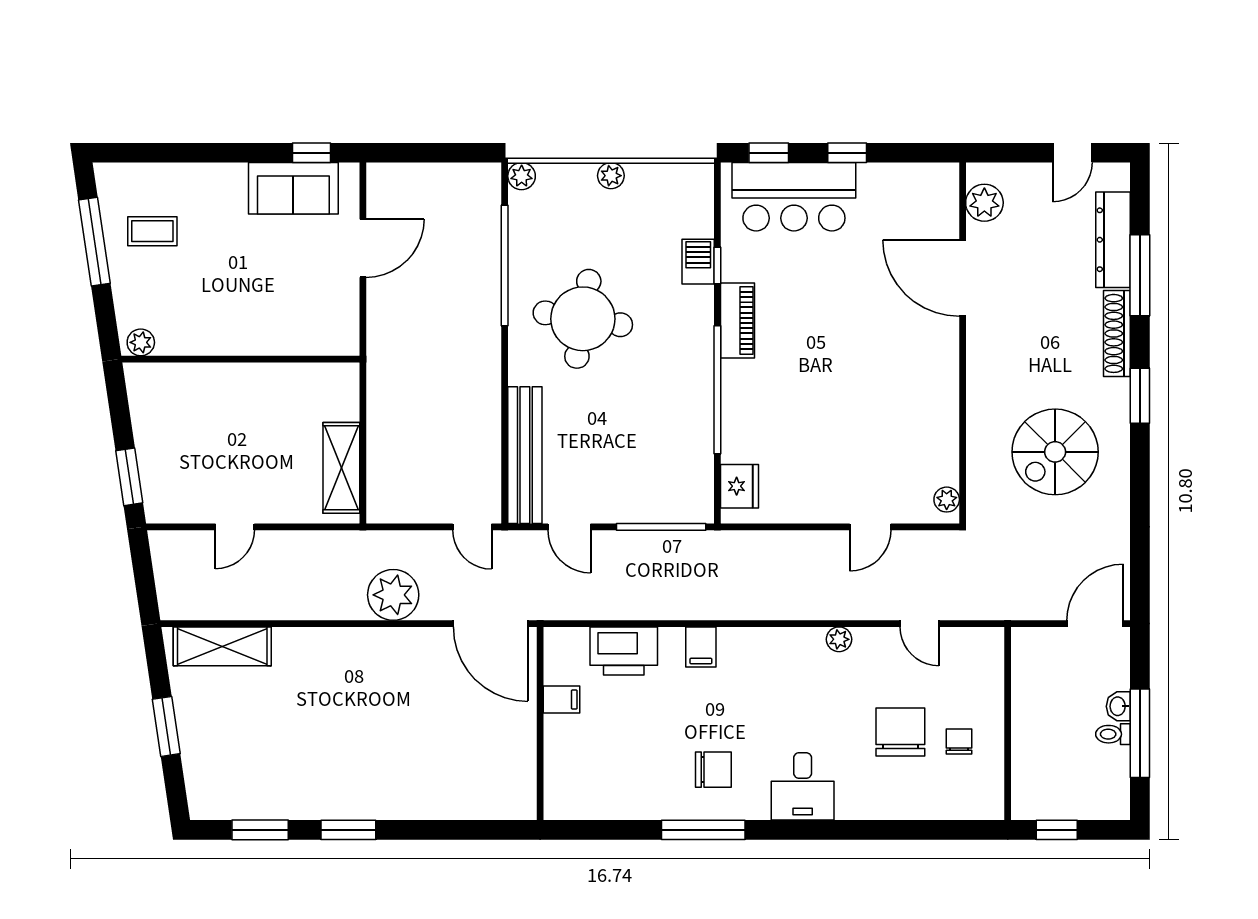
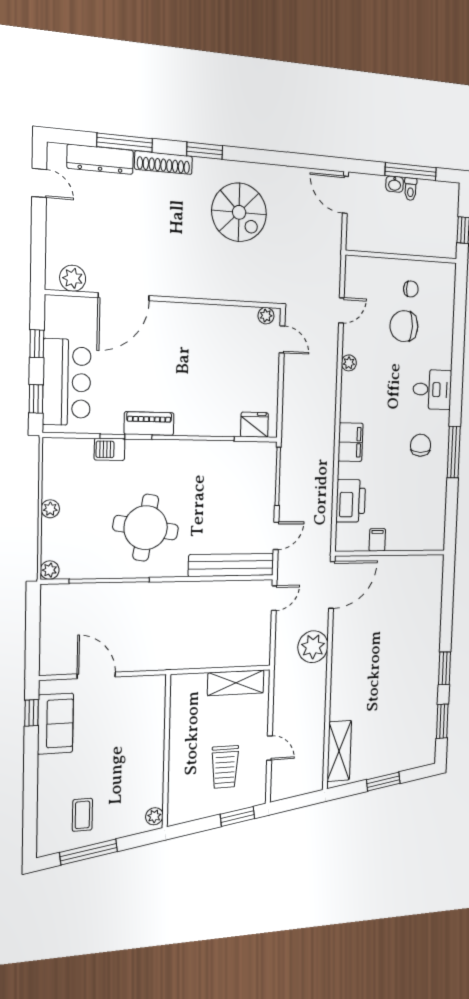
plant: (984, 203) -> (73, 278), moved
door: (963, 278) -> (124, 297), moved
wall: (963, 343) -> (167, 299), moved
trolley: (210, 454) -> (225, 767), added
plant: (947, 500) -> (266, 316), moved
filing cabinet: (701, 647) -> (350, 442), width x2.00
chair: (959, 741) -> (411, 289), turned 180

